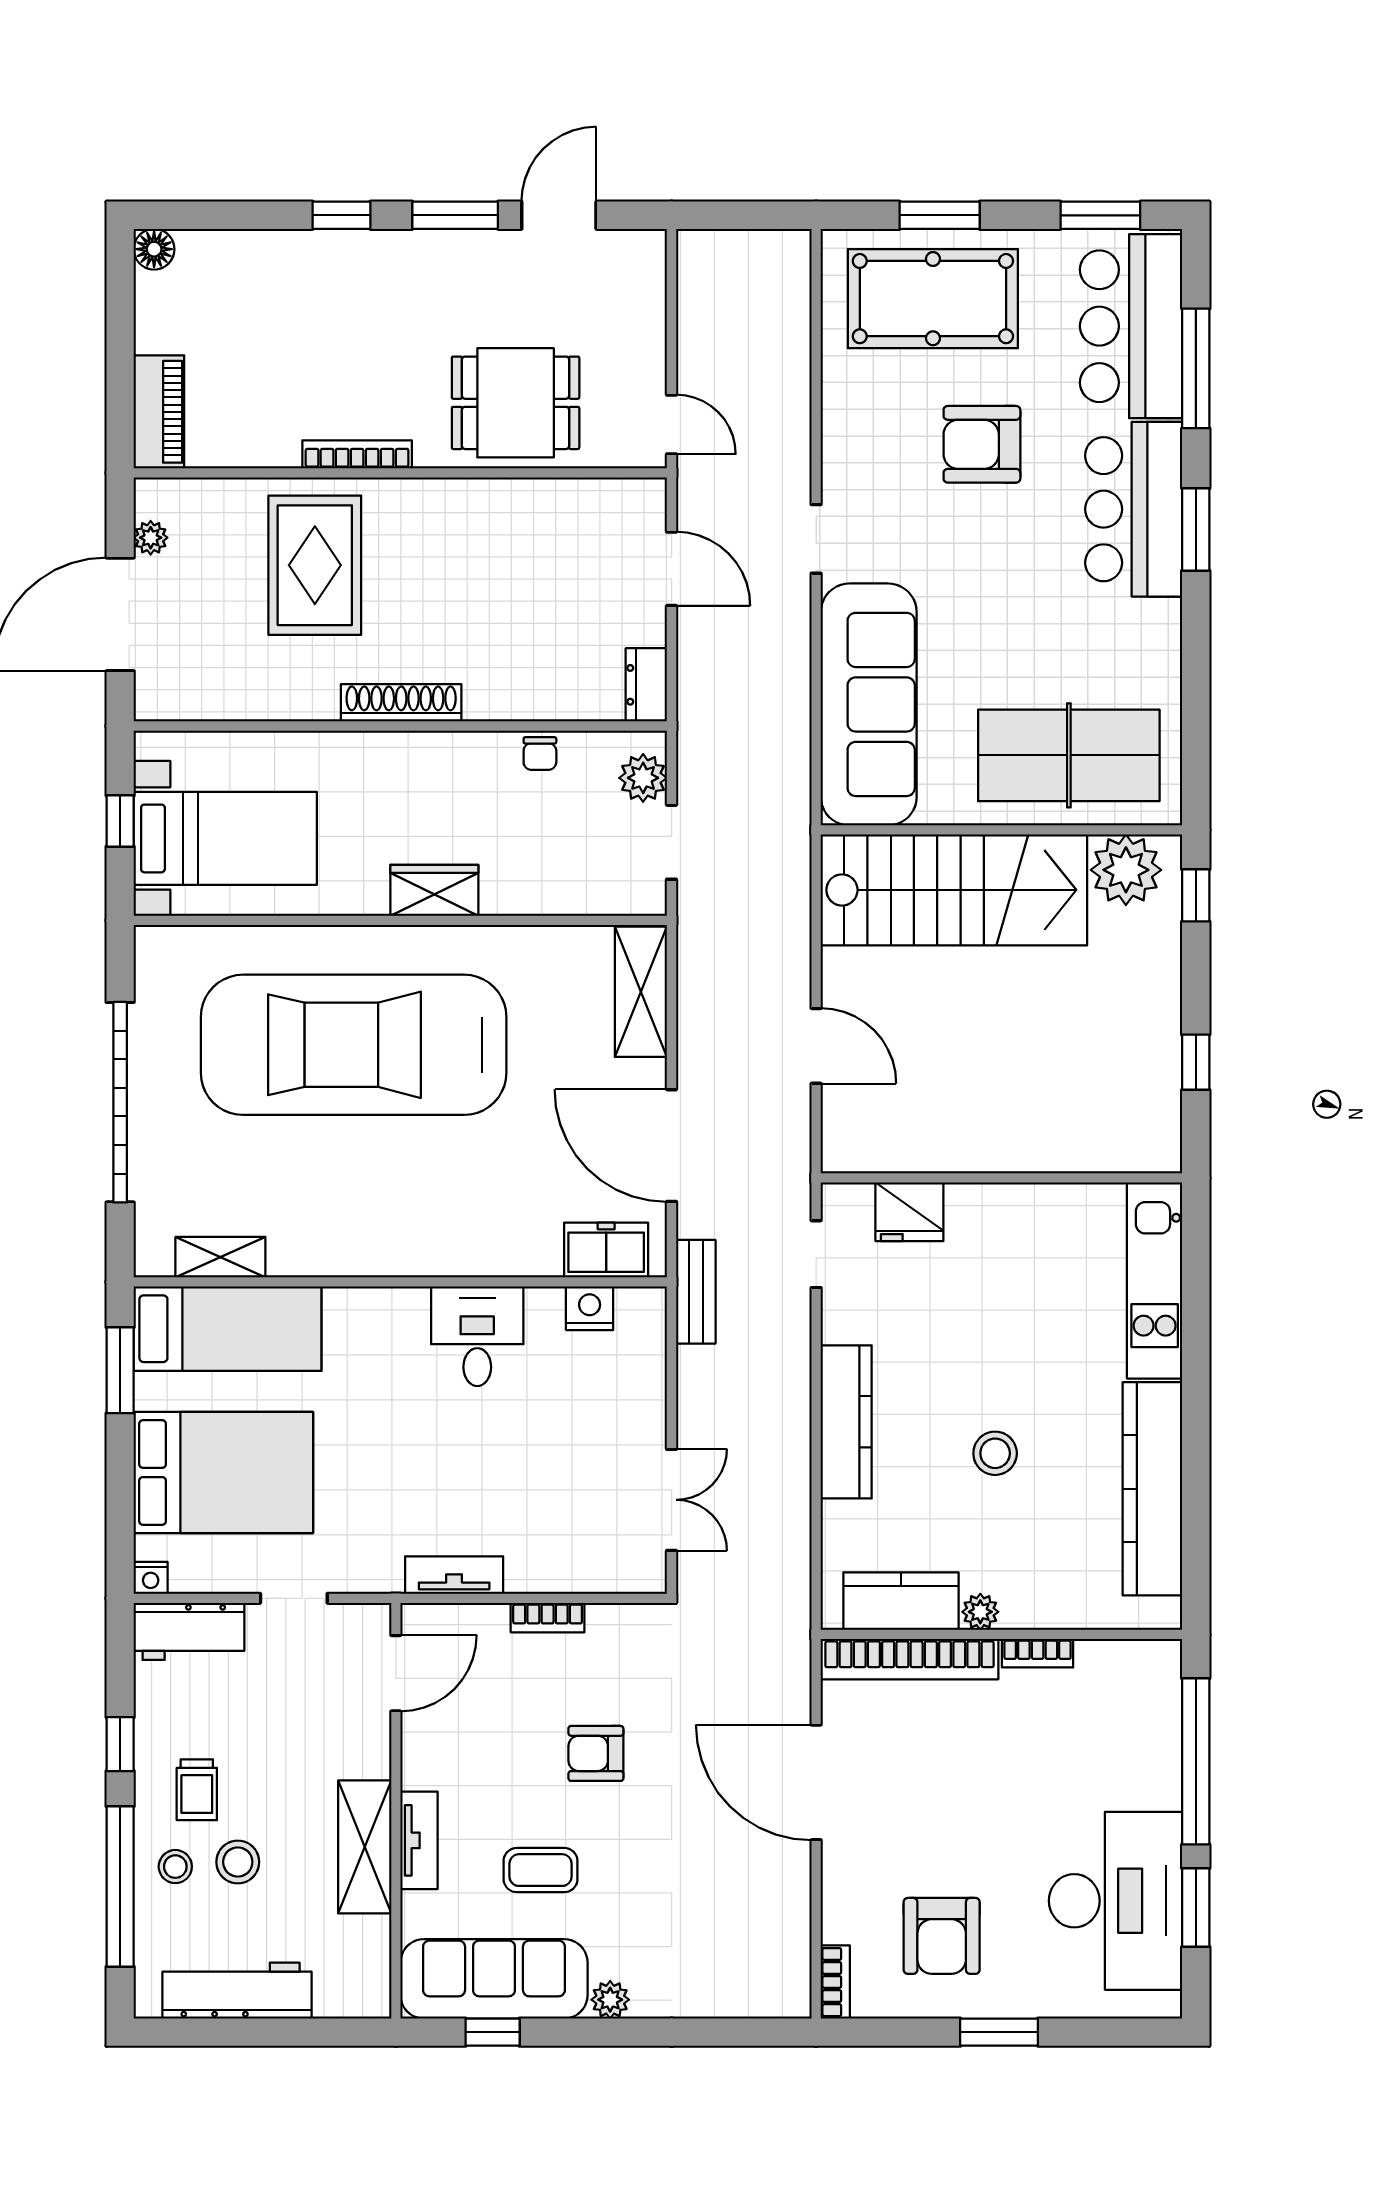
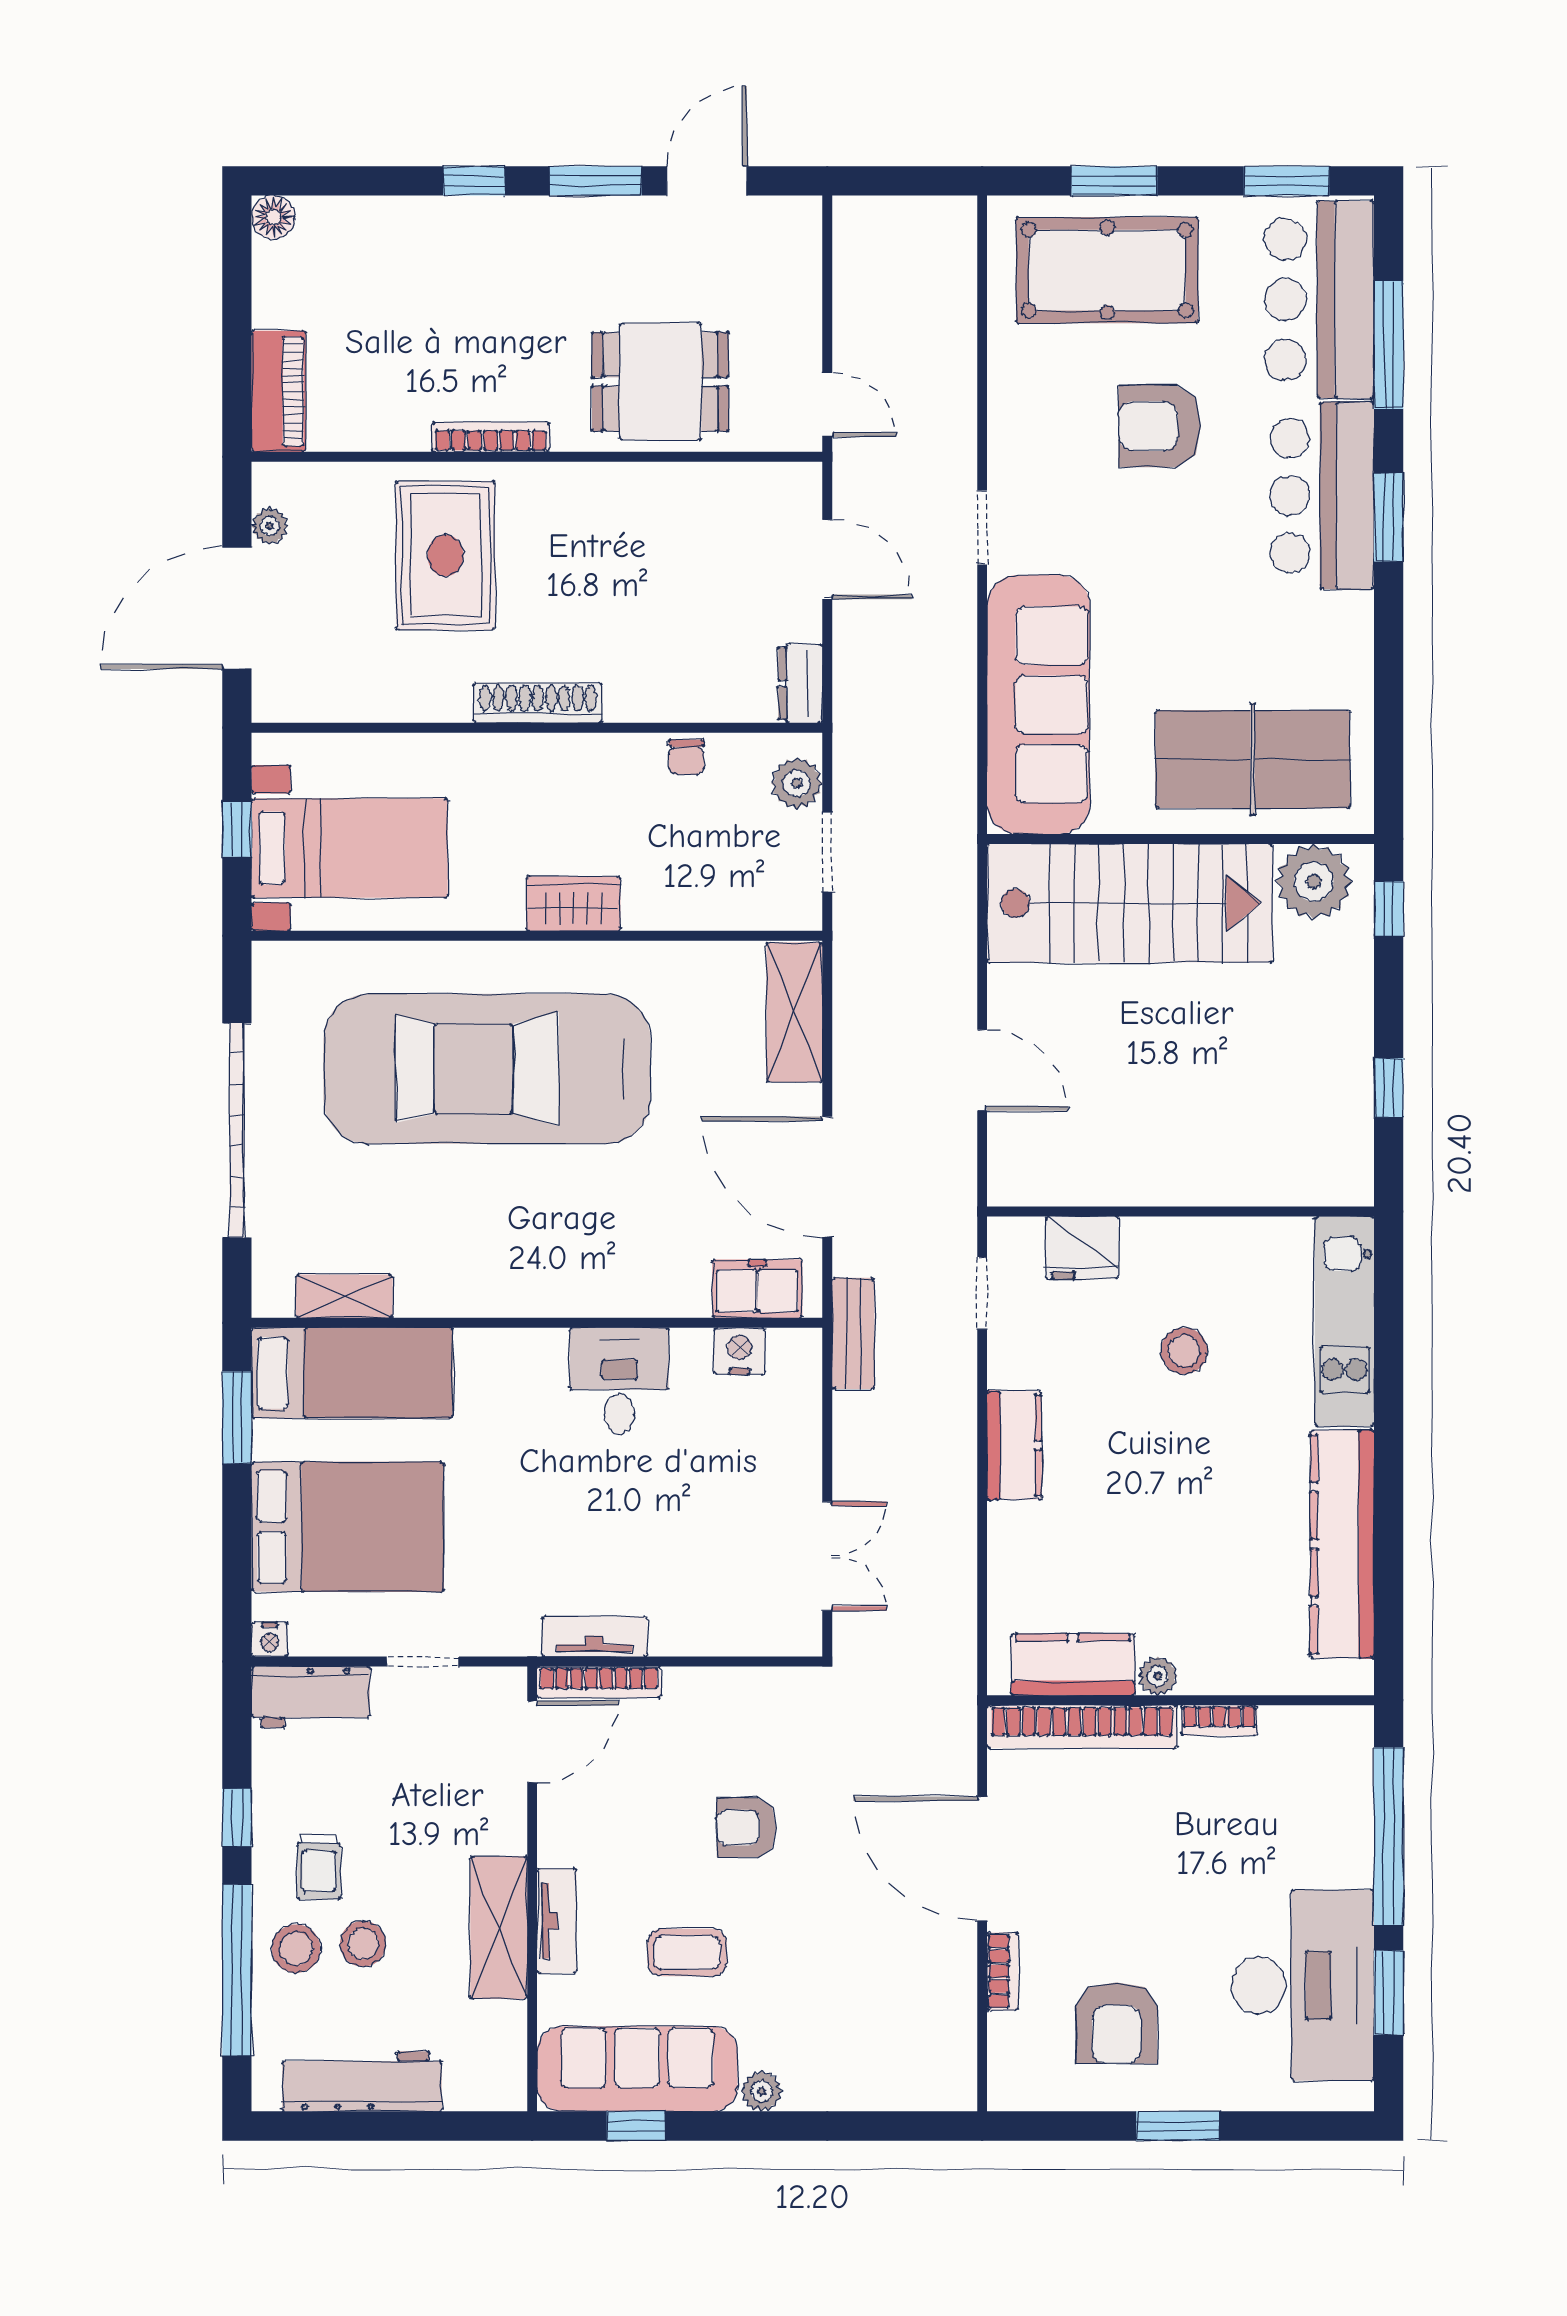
kitchen counter: (846, 1422) -> (1014, 1445), width x0.67
stool: (995, 1453) -> (1184, 1351), moved
bookcase: (548, 1618) -> (599, 1682), moved, width x1.56
stool: (175, 1867) -> (296, 1949), width x1.37, depth x1.37
bookcase: (835, 1982) -> (1003, 1971), moved

